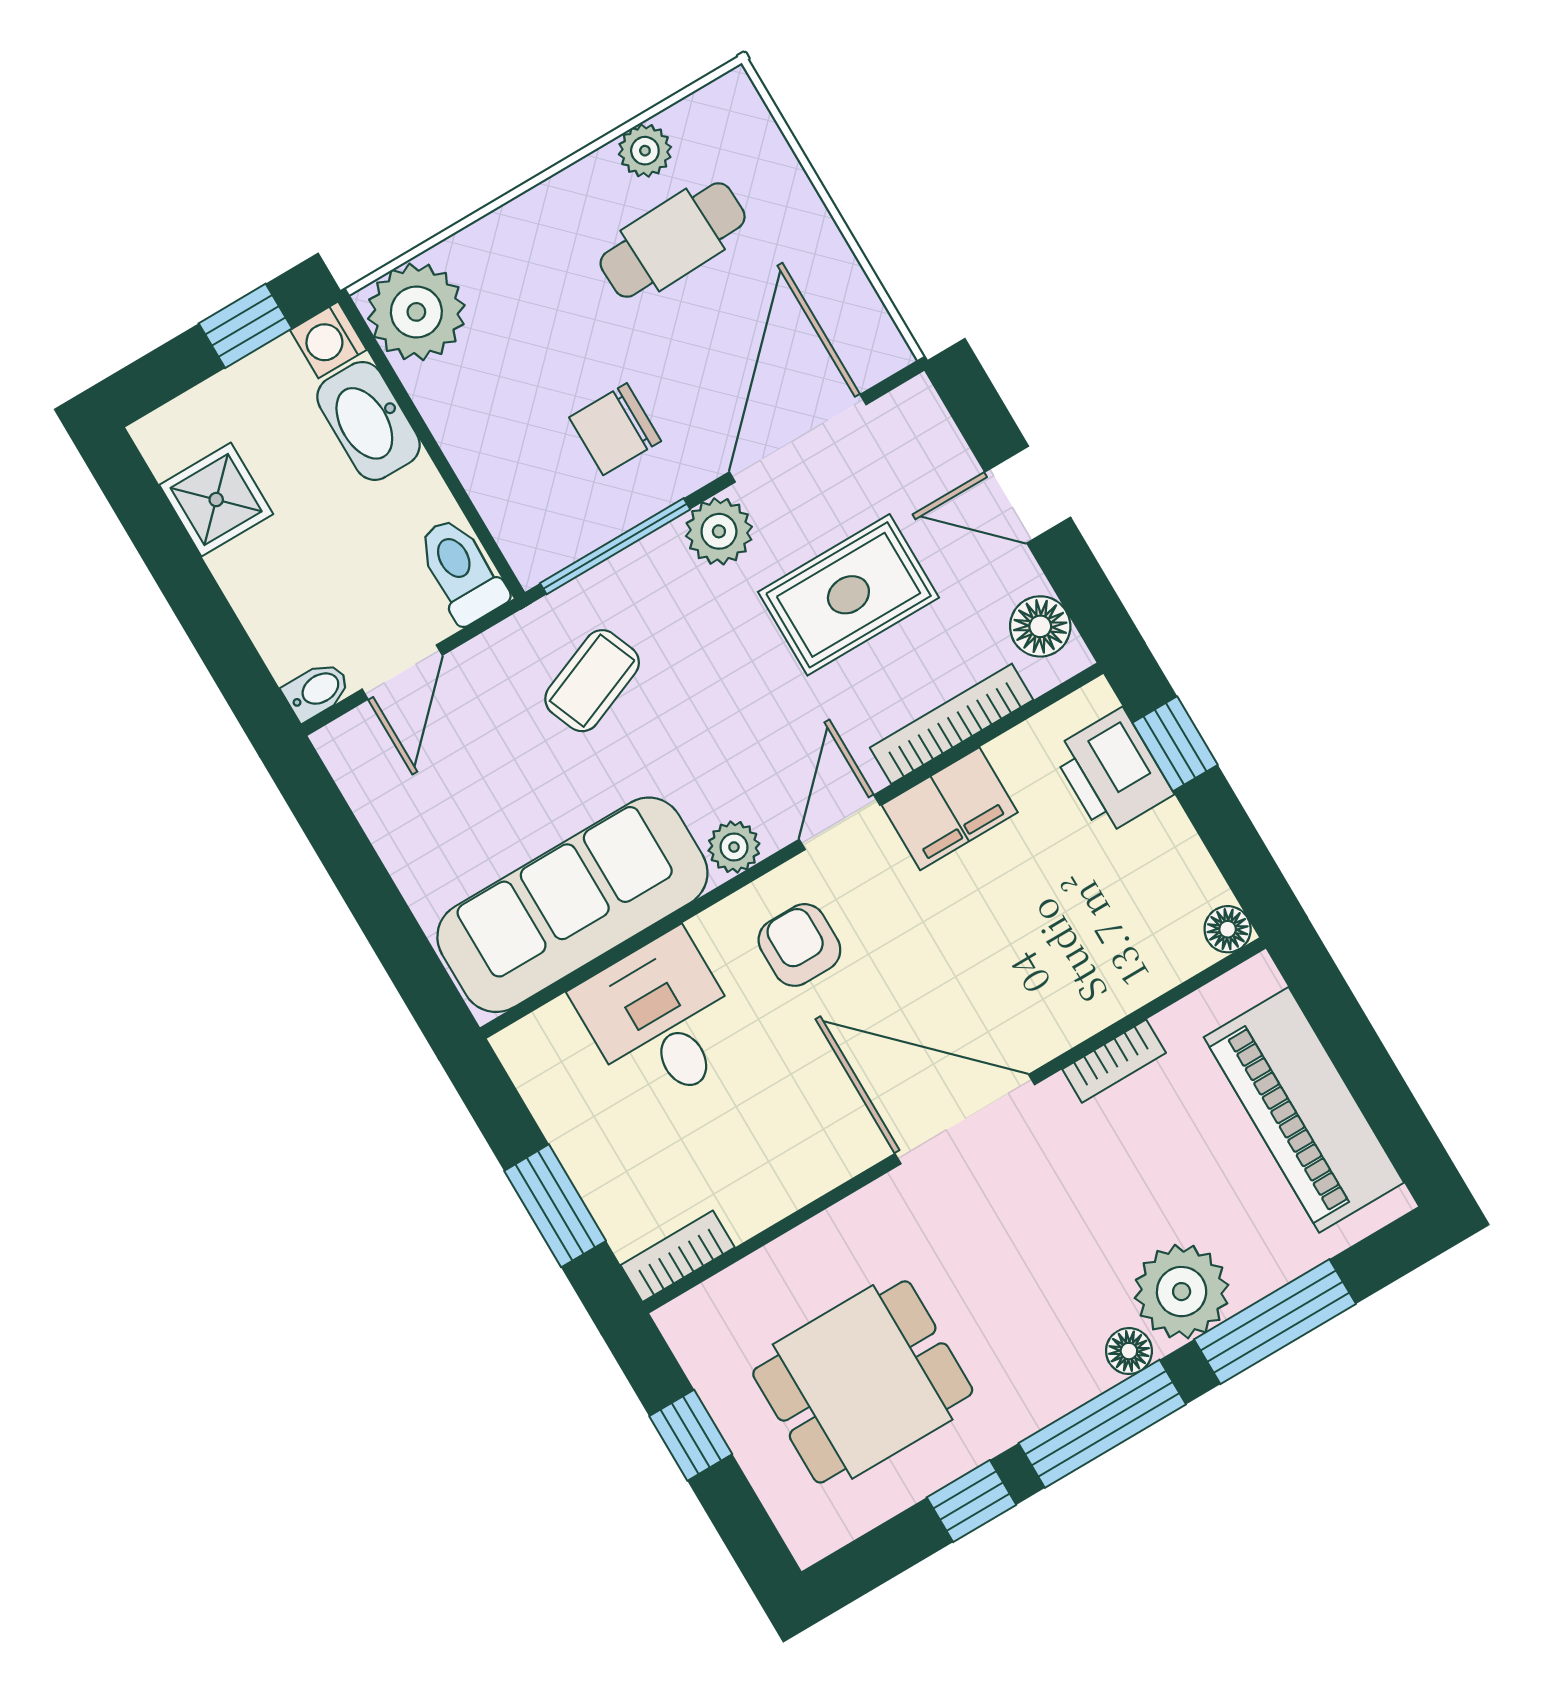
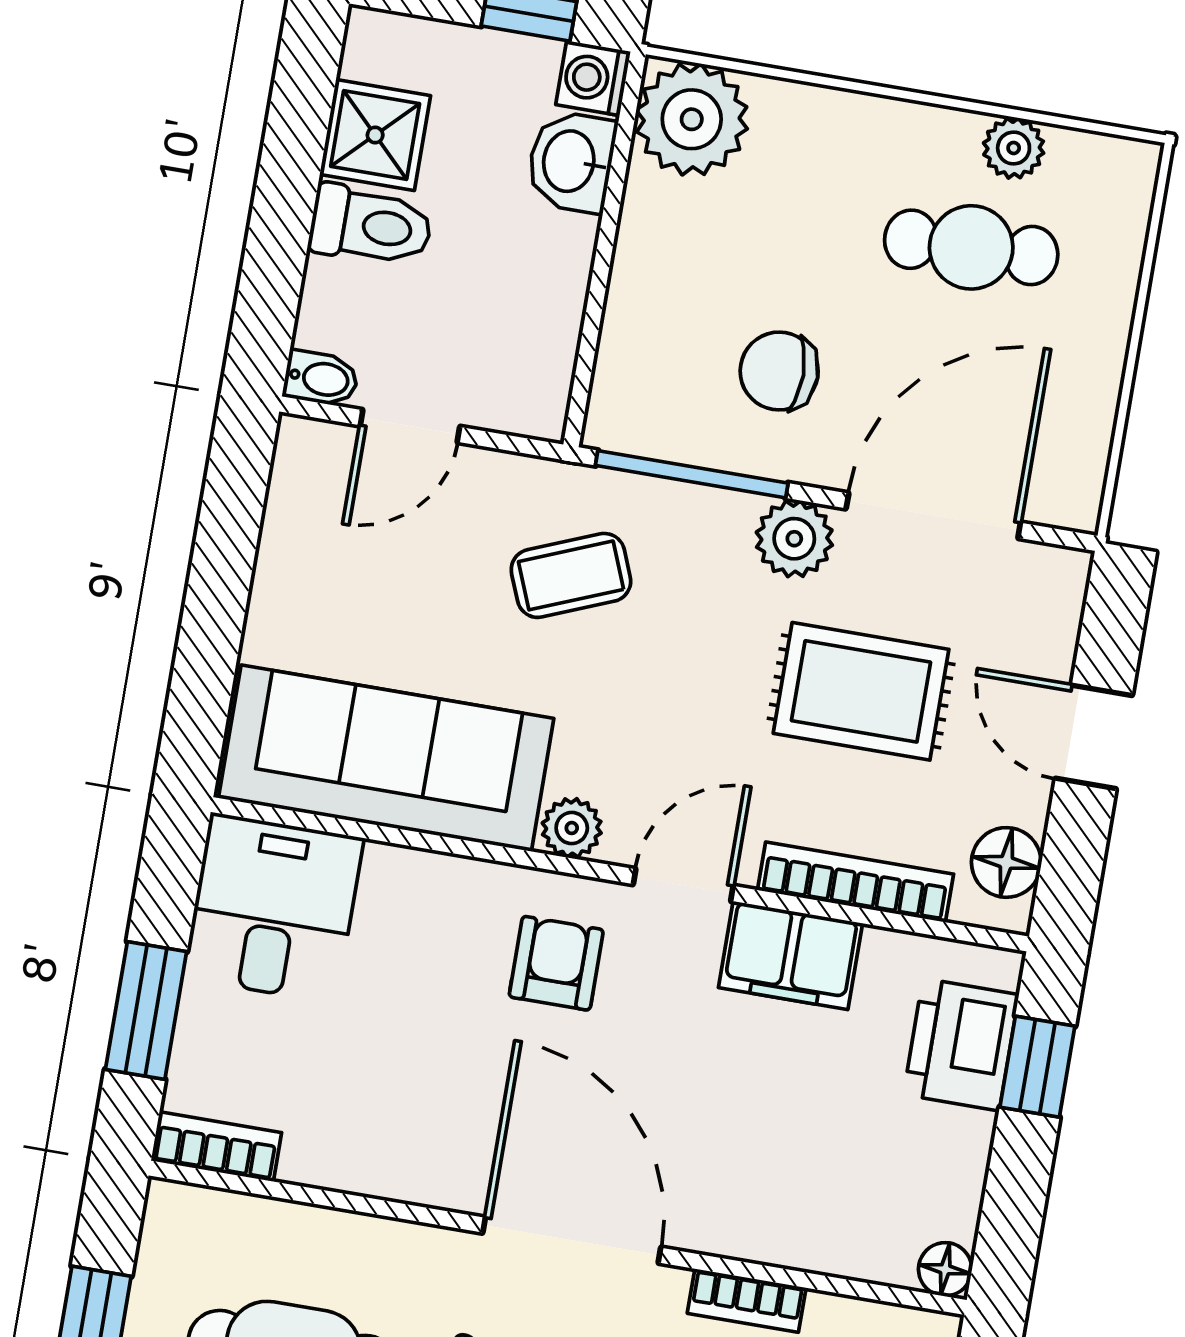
washbasin: (368, 421) -> (571, 162), width x0.72
toilet: (461, 570) -> (371, 226), moved, turned 90
desk: (661, 1020) -> (273, 908), moved

